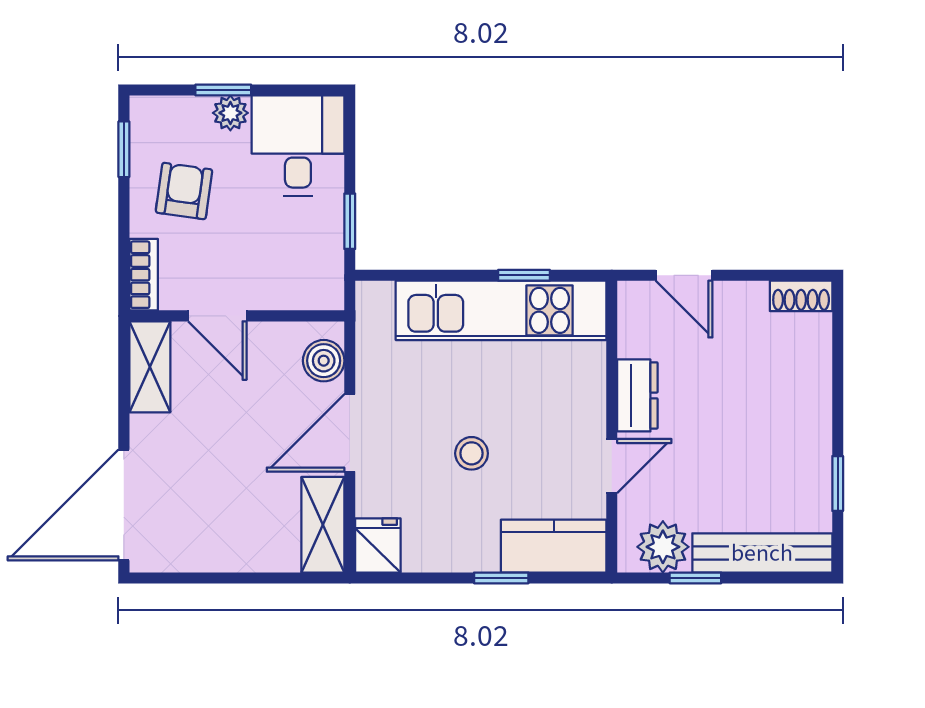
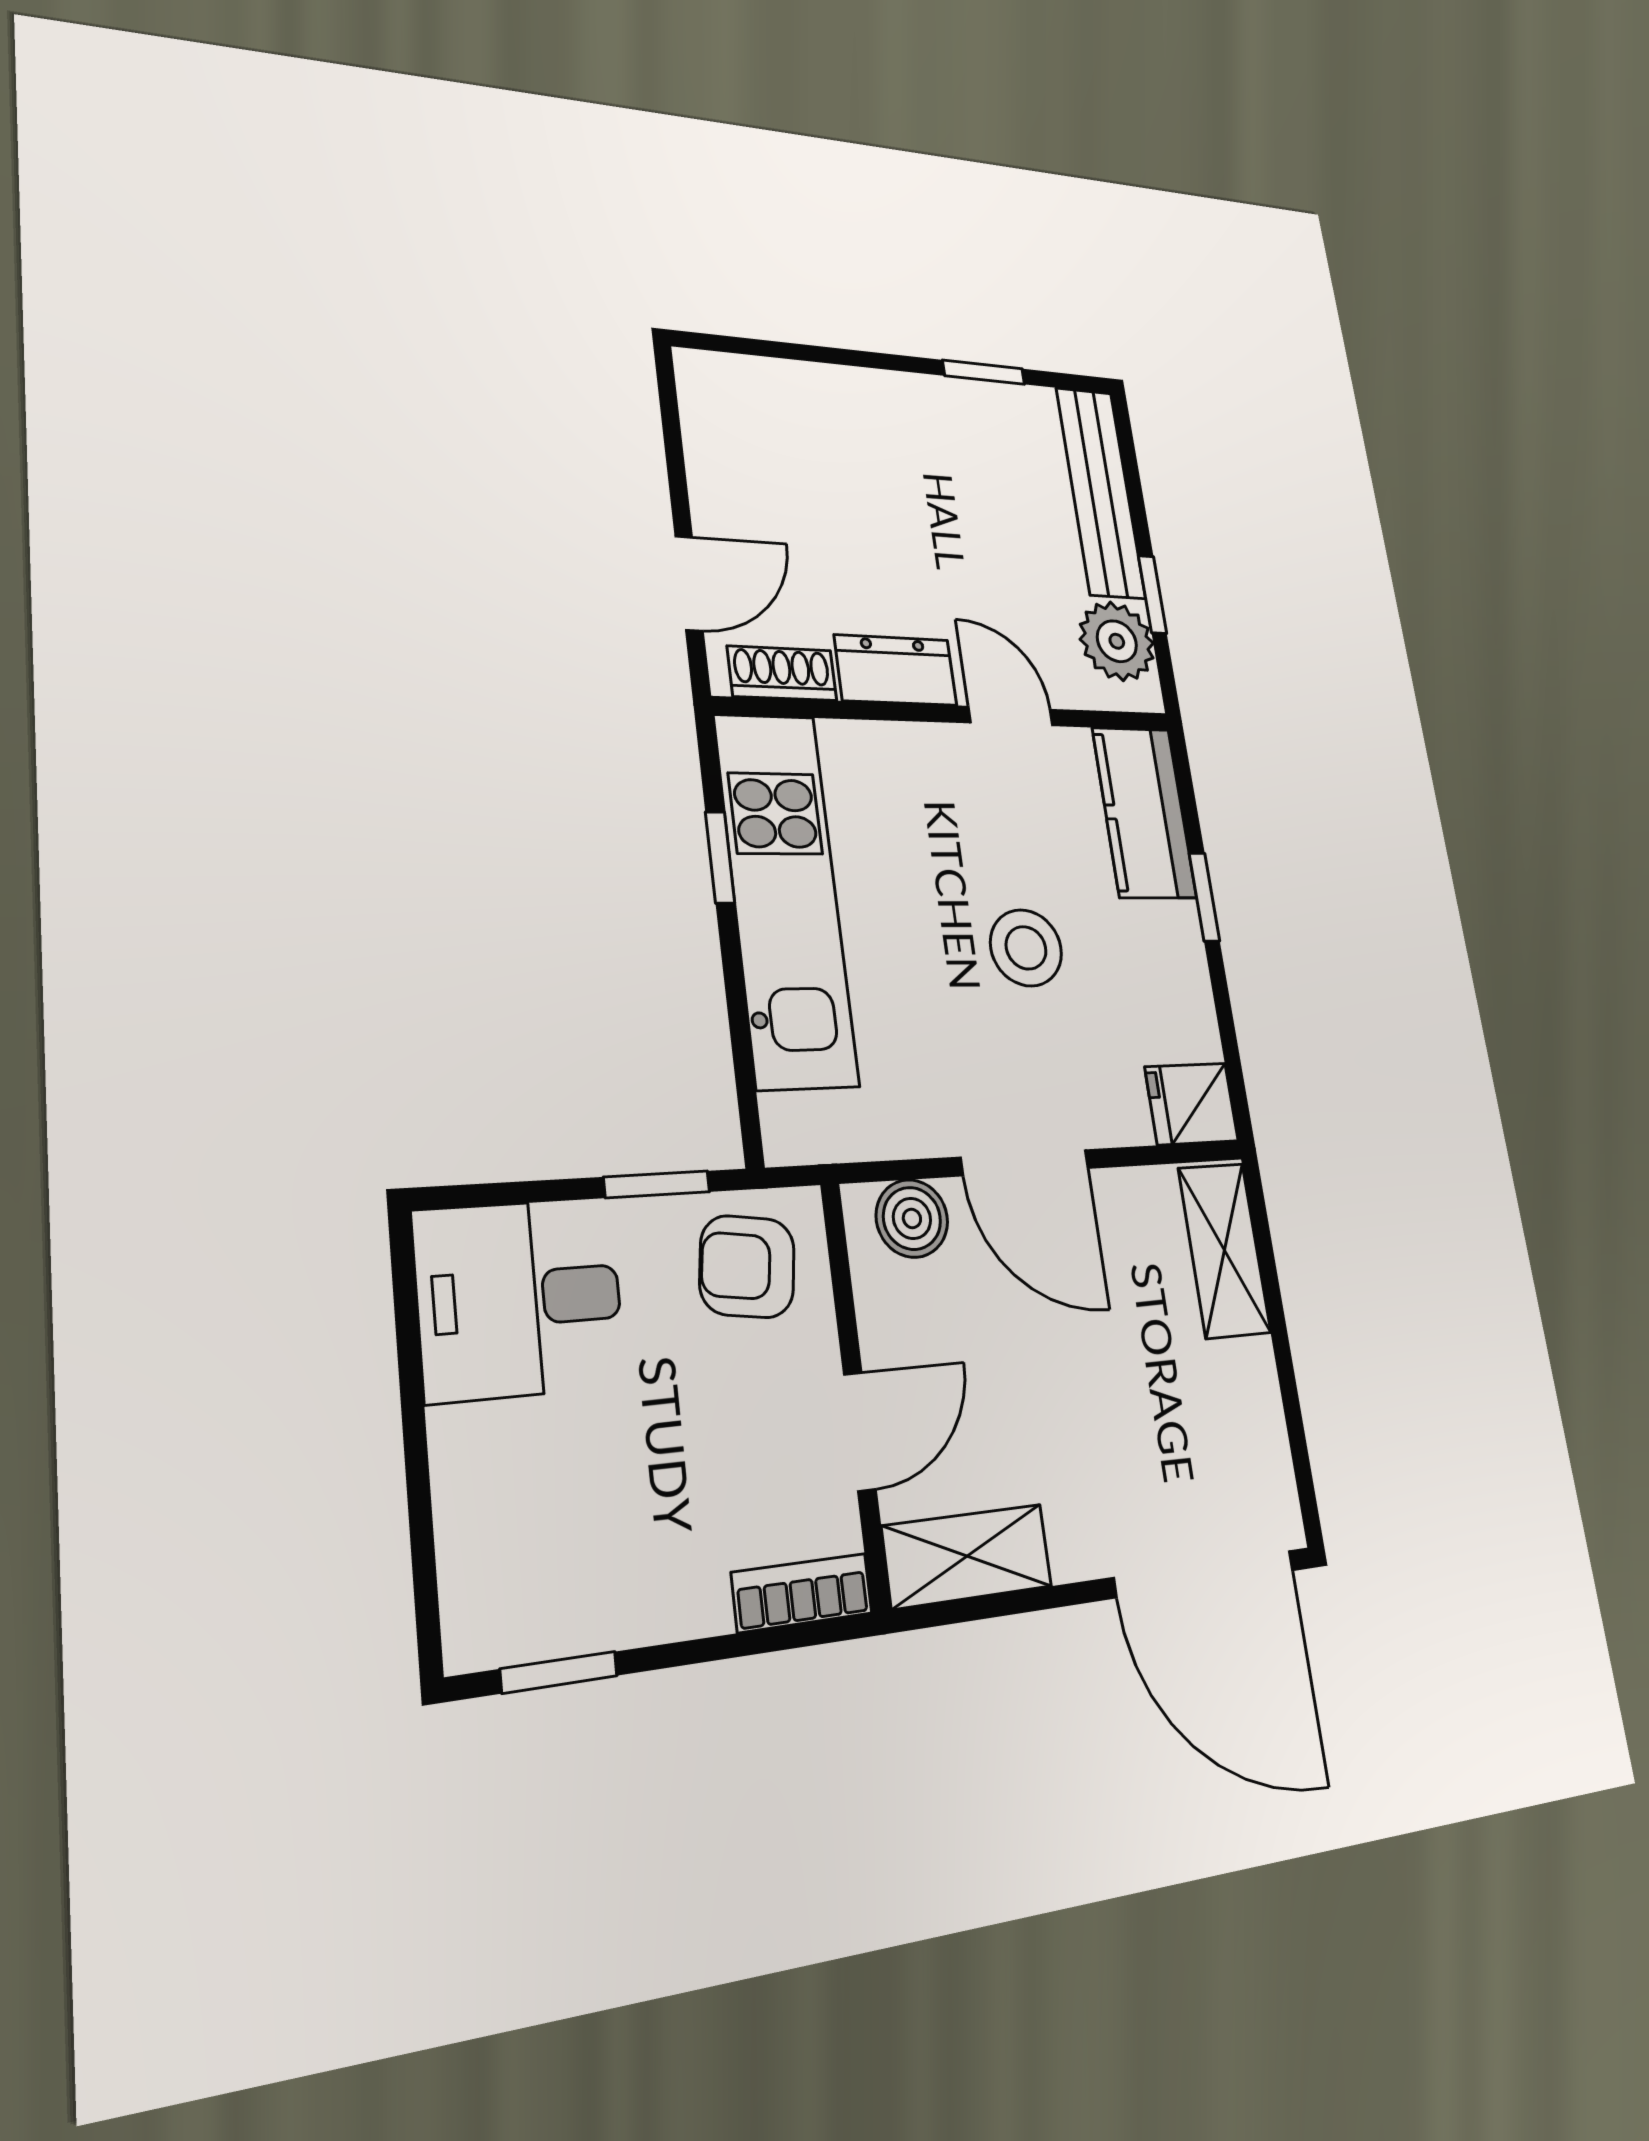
window: (223, 90) -> (417, 1468), removed
plant: (230, 113) -> (464, 1448), removed
armchair: (184, 191) -> (747, 1267), moved
shoe rack: (801, 296) -> (782, 673), moved, turned -90
stool: (472, 453) -> (1026, 948), width x1.37, depth x1.37
shelving: (323, 525) -> (1224, 1250), moved, turned 90

